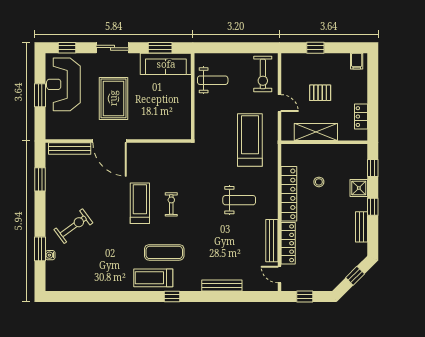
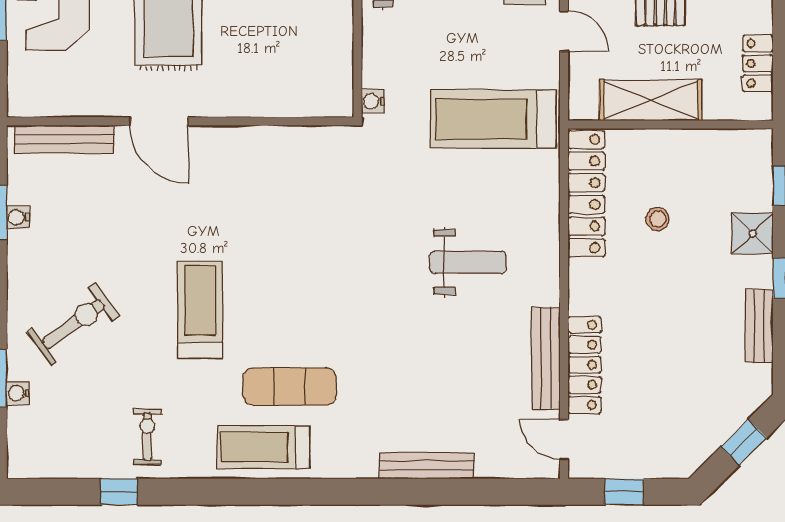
water cooler: (199, 132) -> (373, 101), added
treadmill: (250, 140) -> (493, 119), turned -90
door: (110, 141) -> (159, 121), width x0.73
water cooler: (50, 181) -> (18, 217), added
locker: (289, 194) -> (586, 194), moved
treadmill: (140, 203) -> (200, 310), moved
exercise bike: (171, 204) -> (147, 437), moved
window: (172, 297) -> (119, 492), moved

